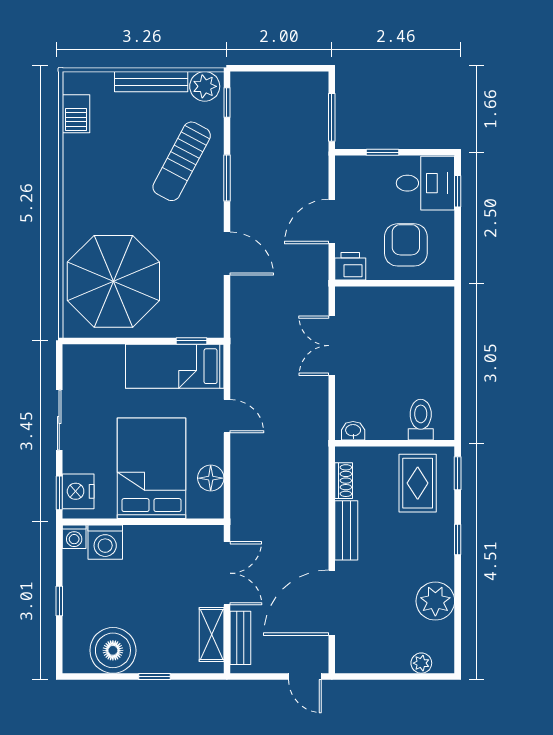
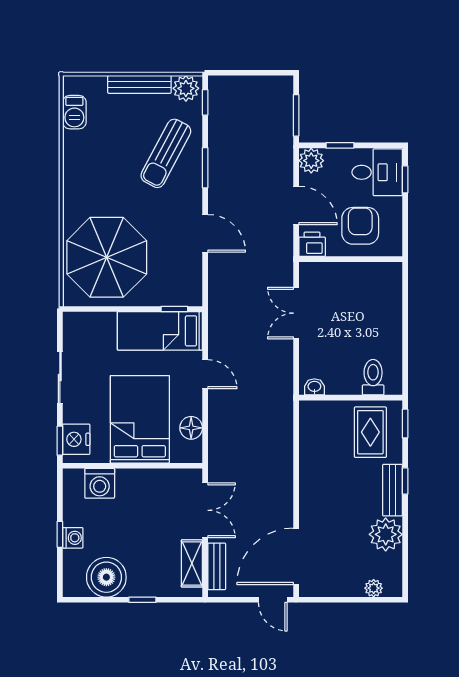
plant: (349, 170) -> (311, 161), added
door: (332, 221) -> (296, 206), swing flipped
shoe rack: (344, 481) -> (306, 430), removed
bench: (346, 530) -> (392, 490), moved
washing machine: (74, 537) -> (73, 538), moved, turned -90
door: (332, 603) -> (296, 556), moved

